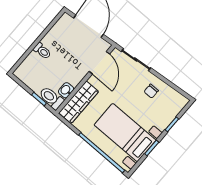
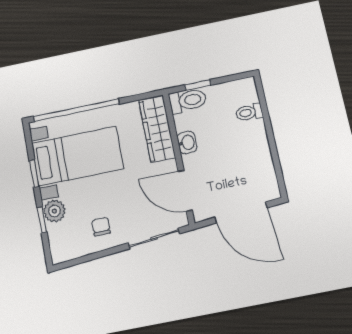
toilet: (42, 51) -> (249, 112), moved
washbasin: (66, 90) -> (187, 143), moved
plant: (162, 122) -> (54, 211), added

